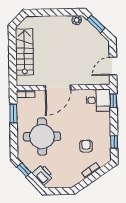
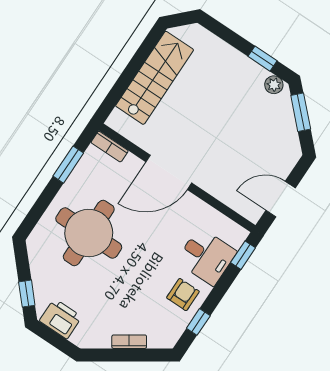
window: (64, 12) -> (262, 59), added
desk: (98, 100) -> (206, 256), moved
armchair: (86, 146) -> (183, 295), moved
window: (24, 170) -> (27, 294), moved
printer: (43, 175) -> (61, 319), moved, turned -48

